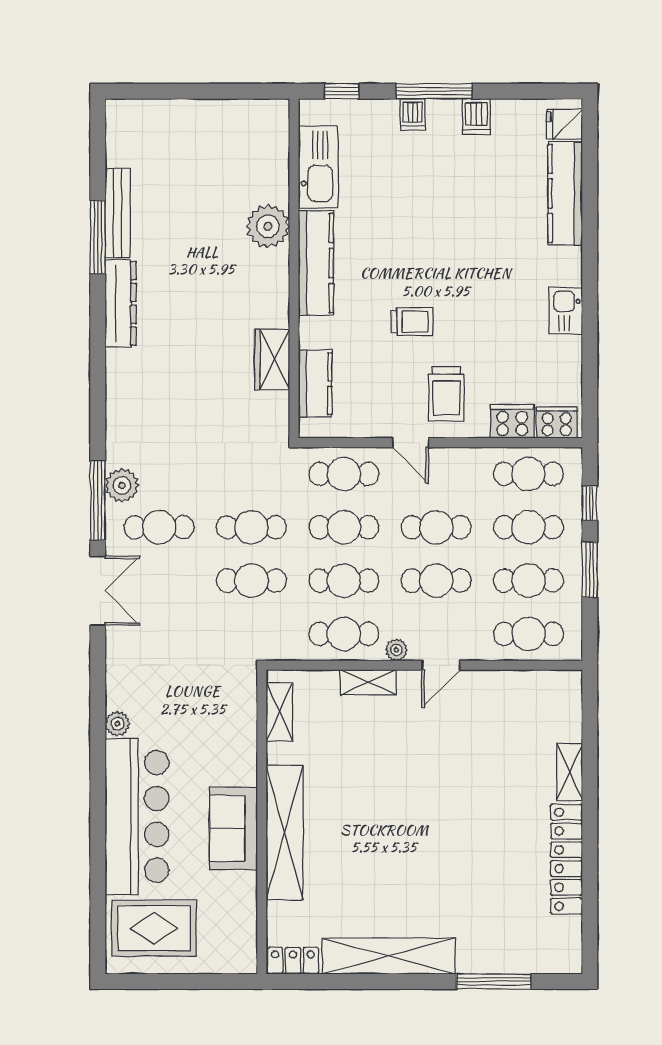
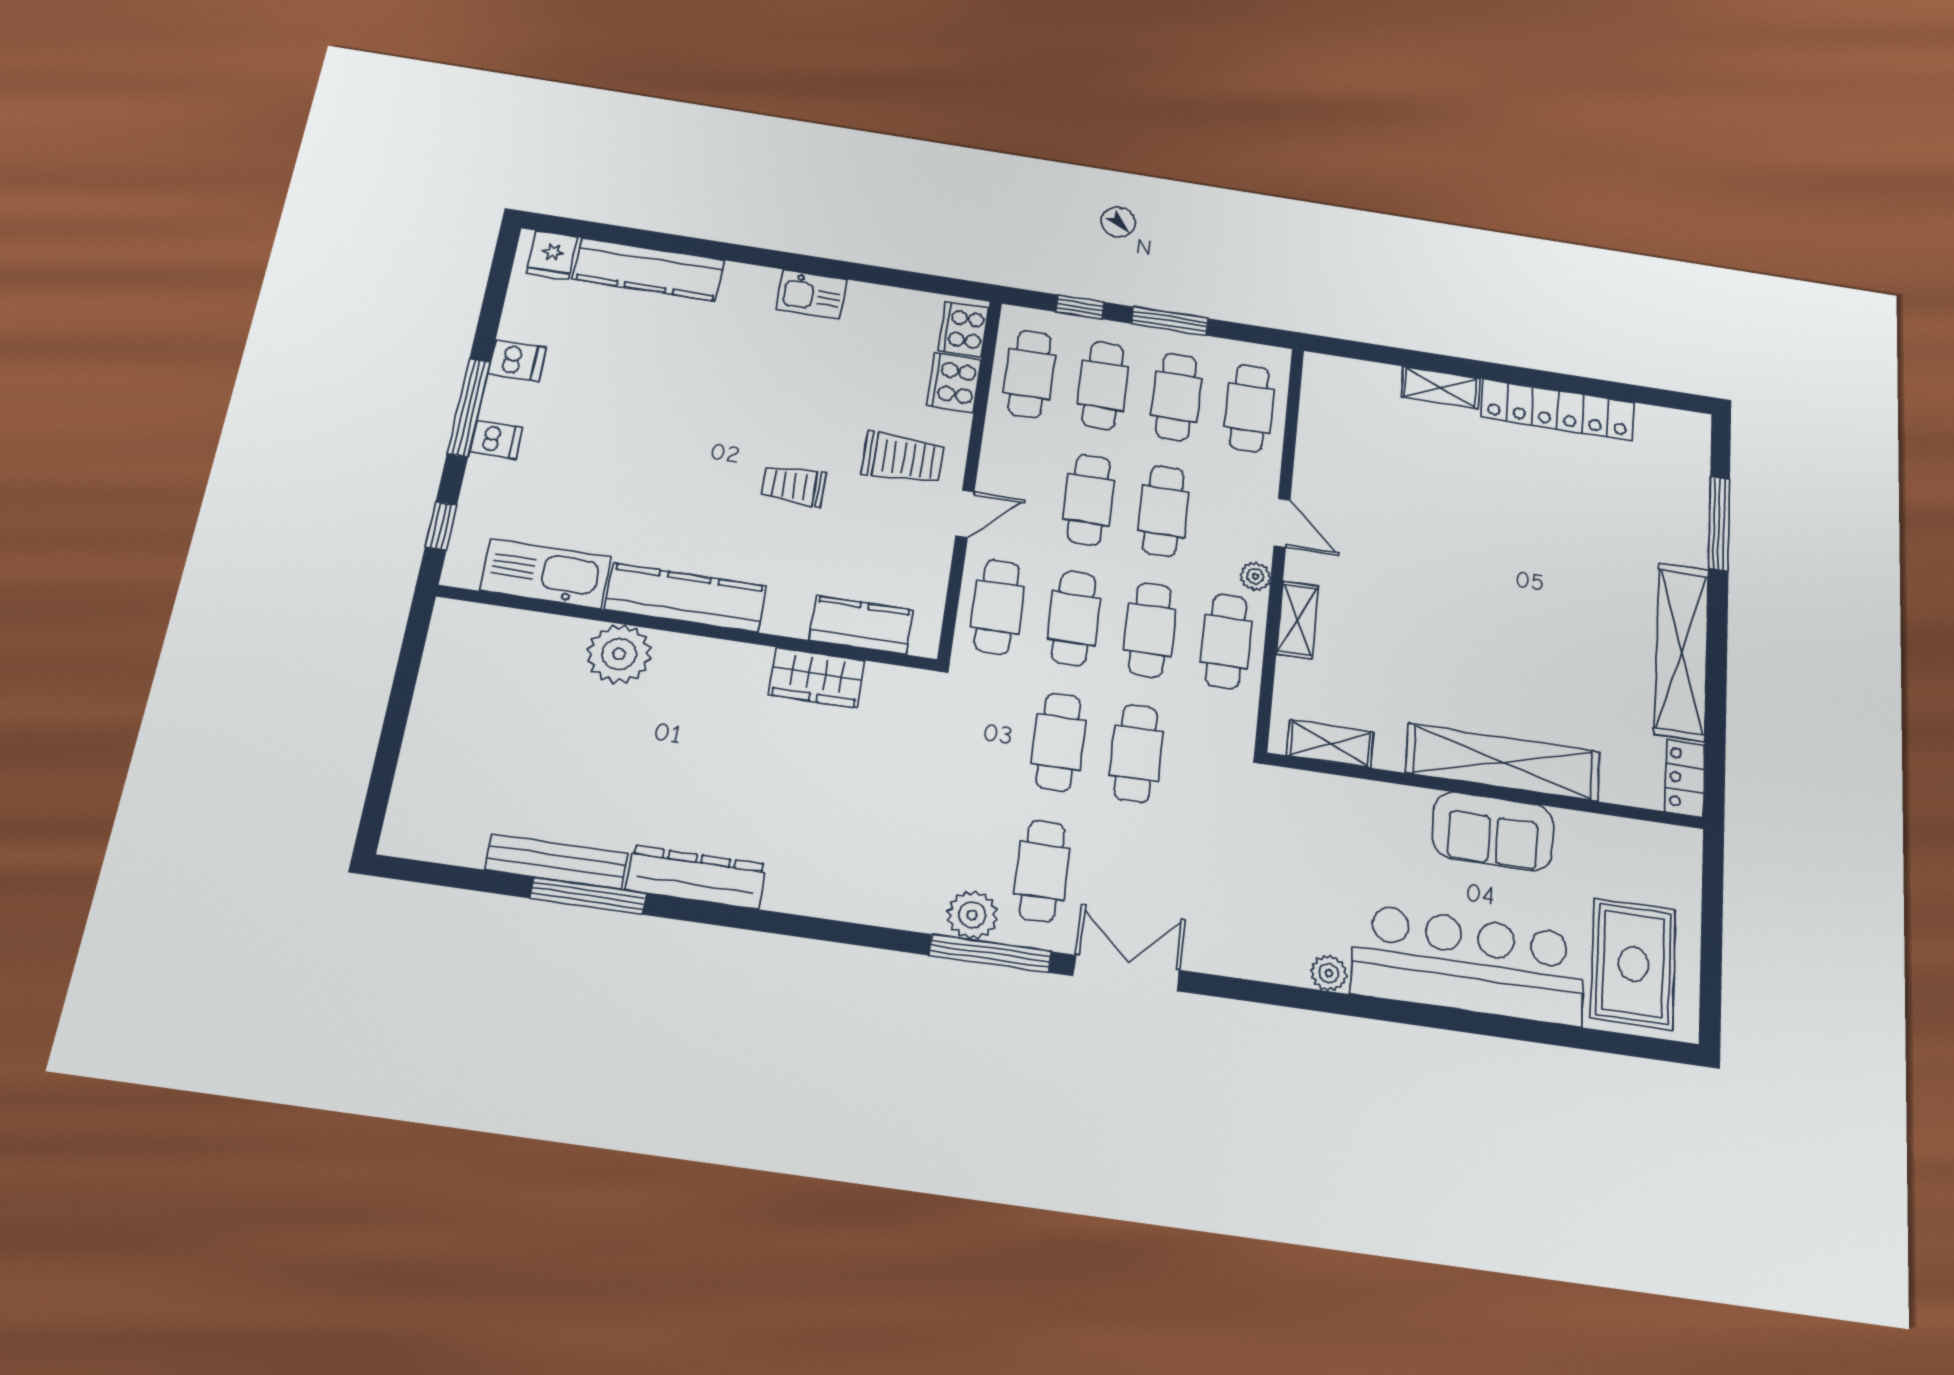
trolley: (412, 322) -> (793, 486), turned -90

